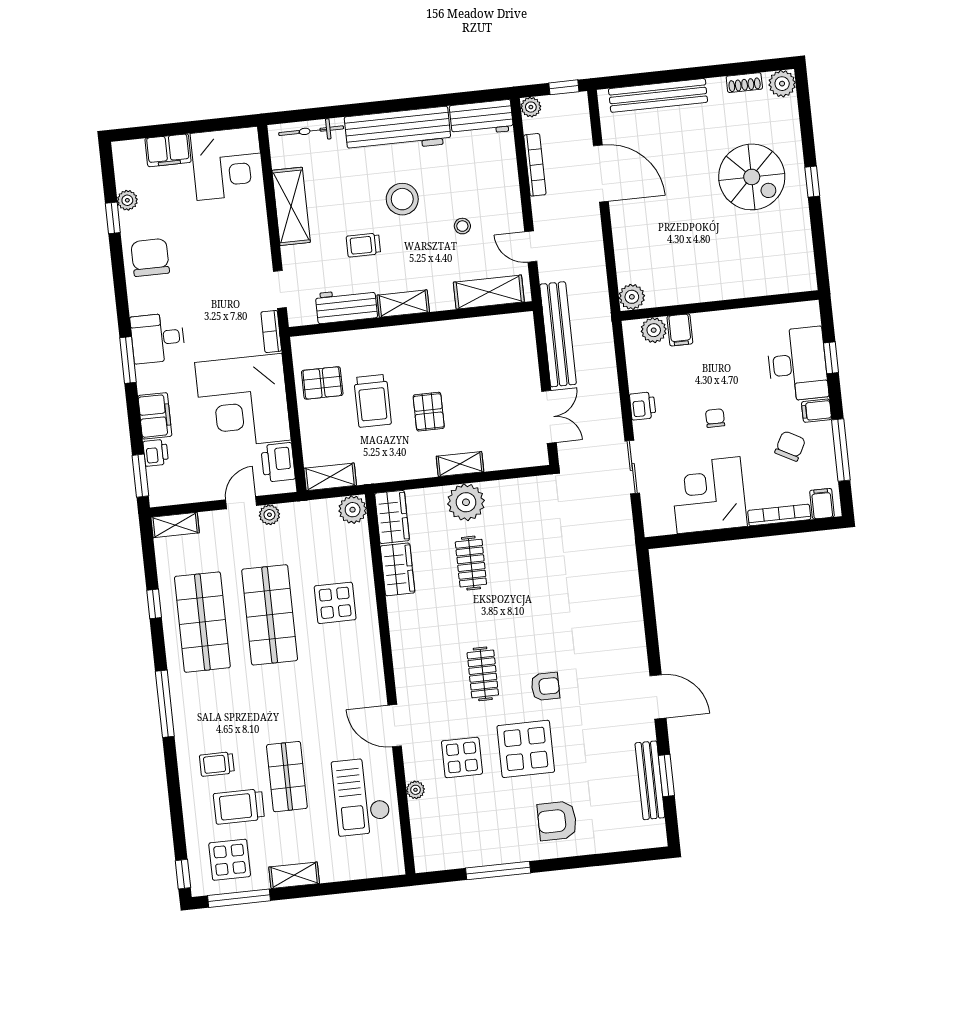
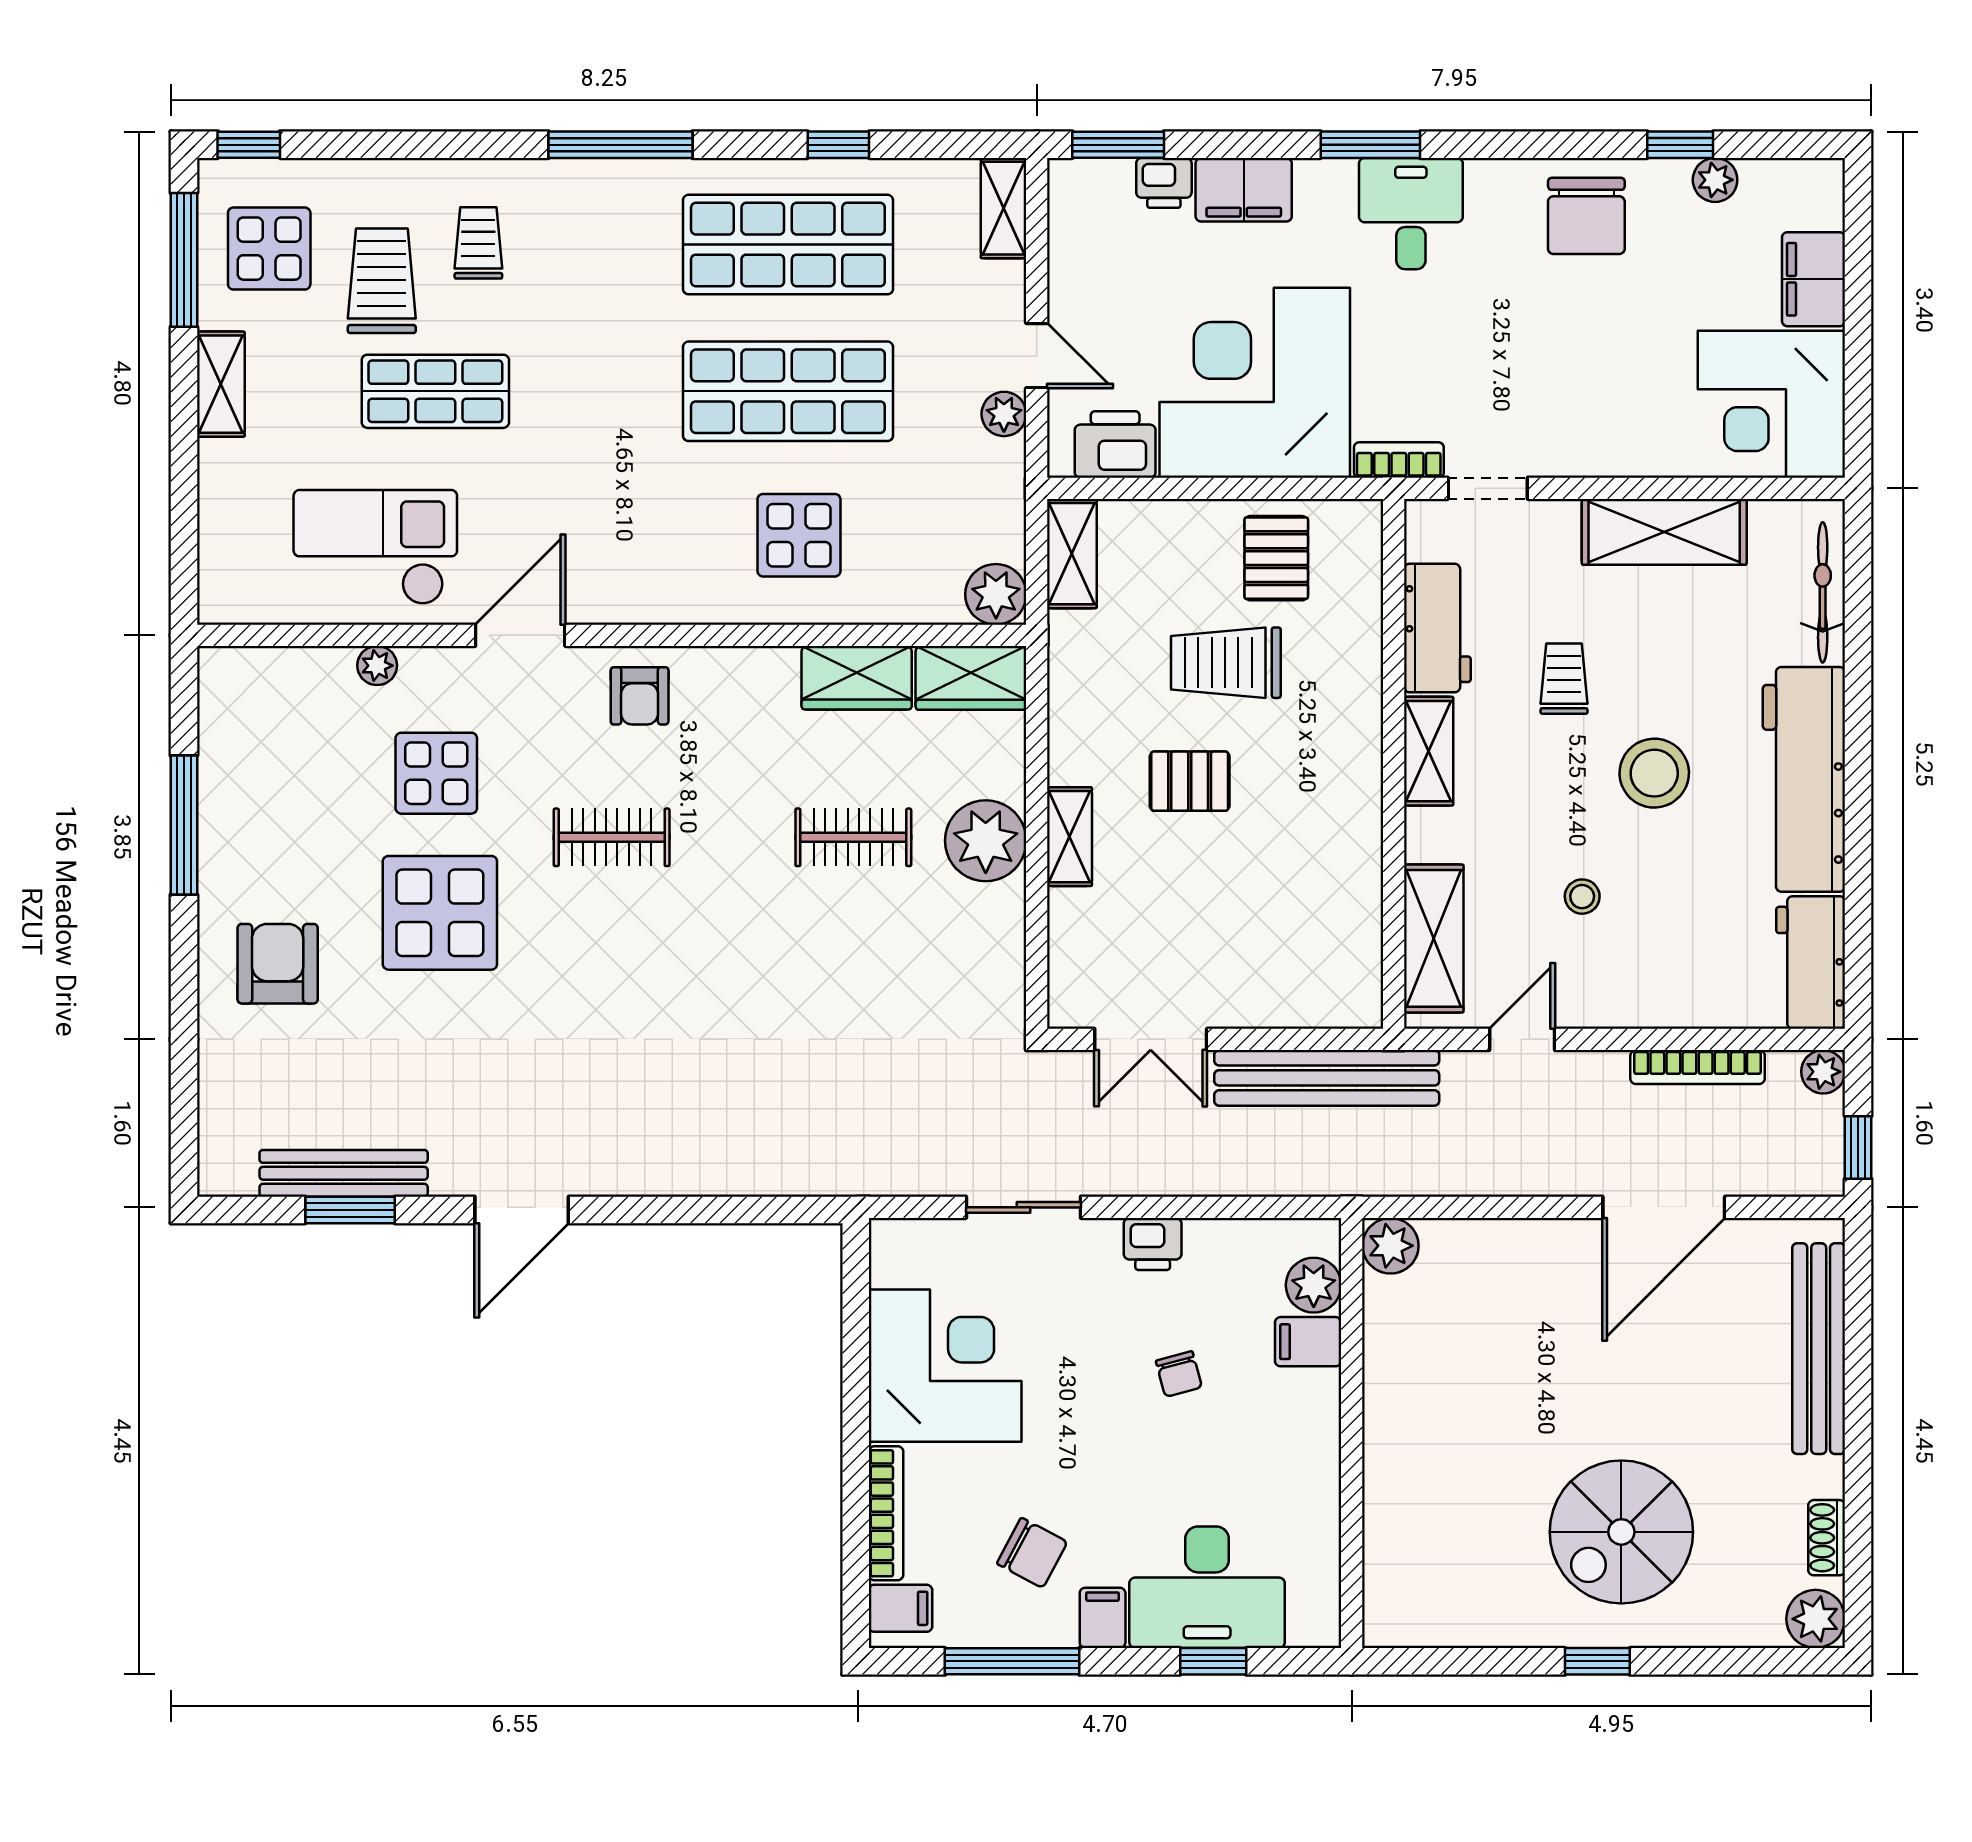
chair: (150, 257) -> (1586, 216), turned 90
chair: (715, 418) -> (1179, 1374), moved, turned 75
armchair: (545, 686) -> (640, 696), moved

